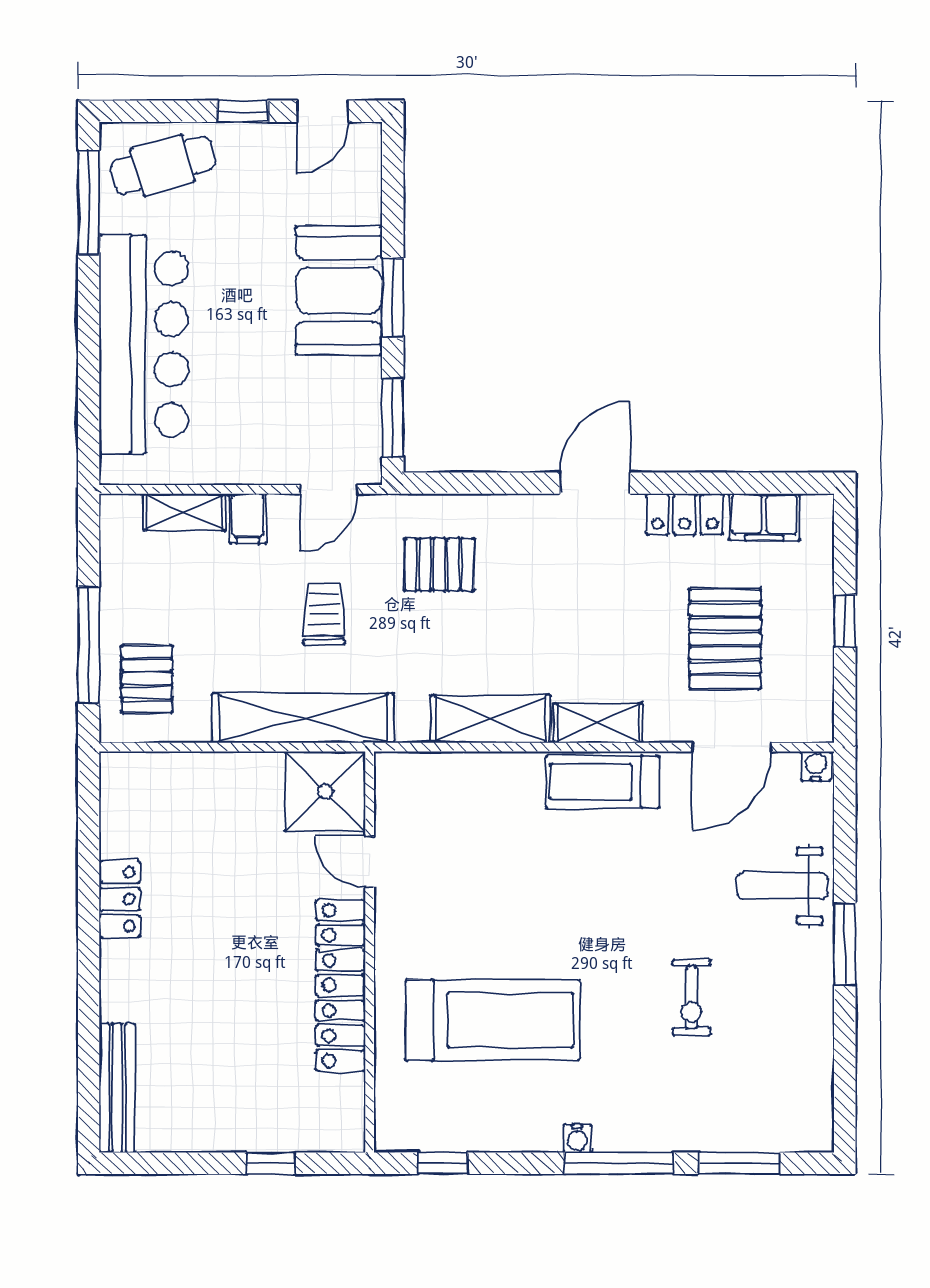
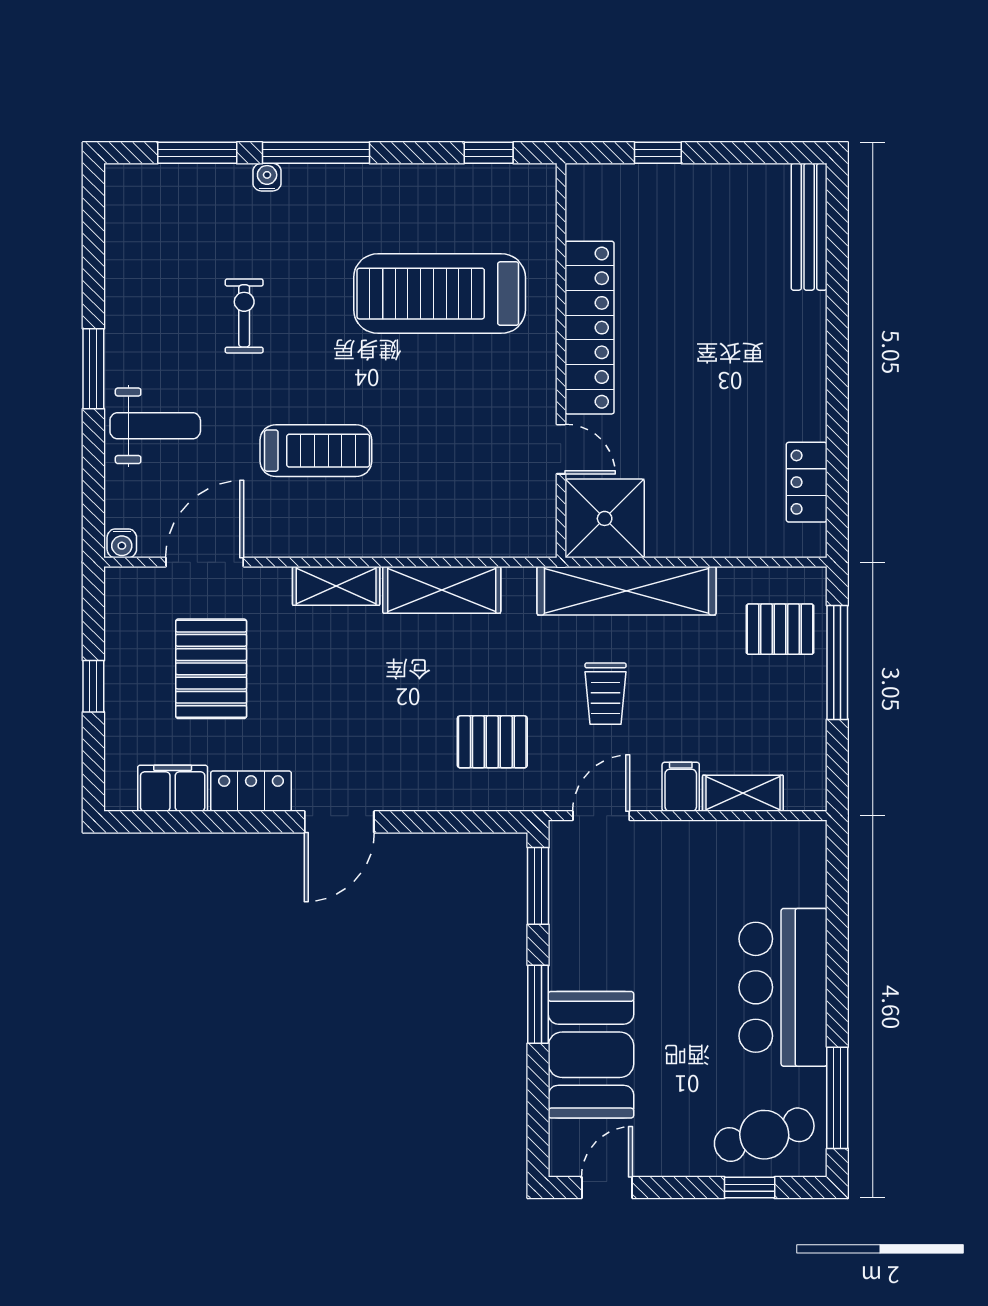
window: (243, 111) -> (750, 1188), moved
booth: (339, 290) -> (591, 1055), moved
bar counter: (144, 344) -> (783, 987), width x0.73
pallet: (147, 679) -> (780, 629), turned 90
treadmill: (602, 782) -> (316, 451), moved
locker: (120, 899) -> (807, 482), moved
water cooler: (577, 1138) -> (267, 177), moved

